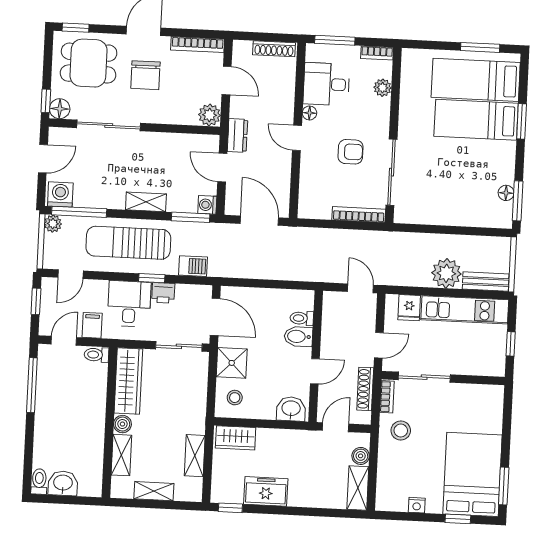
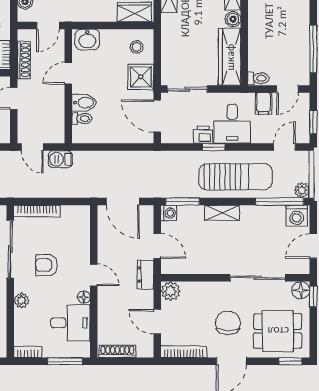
plant: (383, 88) -> (22, 300), moved
barbecue: (193, 266) -> (60, 159), moved

